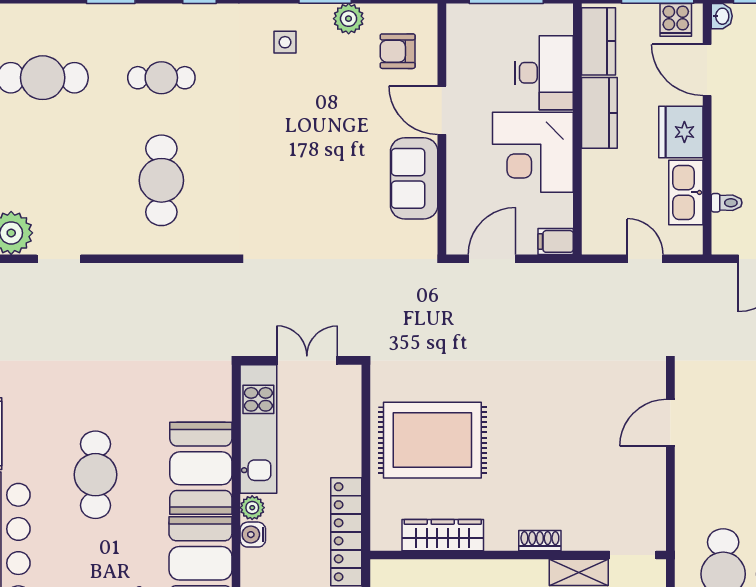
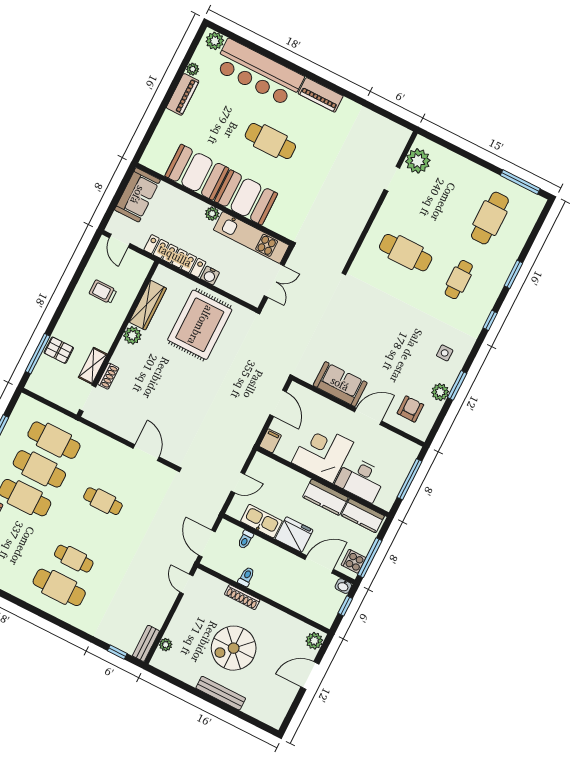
water cooler: (253, 535) -> (210, 276), moved, turned 180
plant: (501, 535) -> (132, 335), added
shoe rack: (540, 541) -> (108, 376), moved

